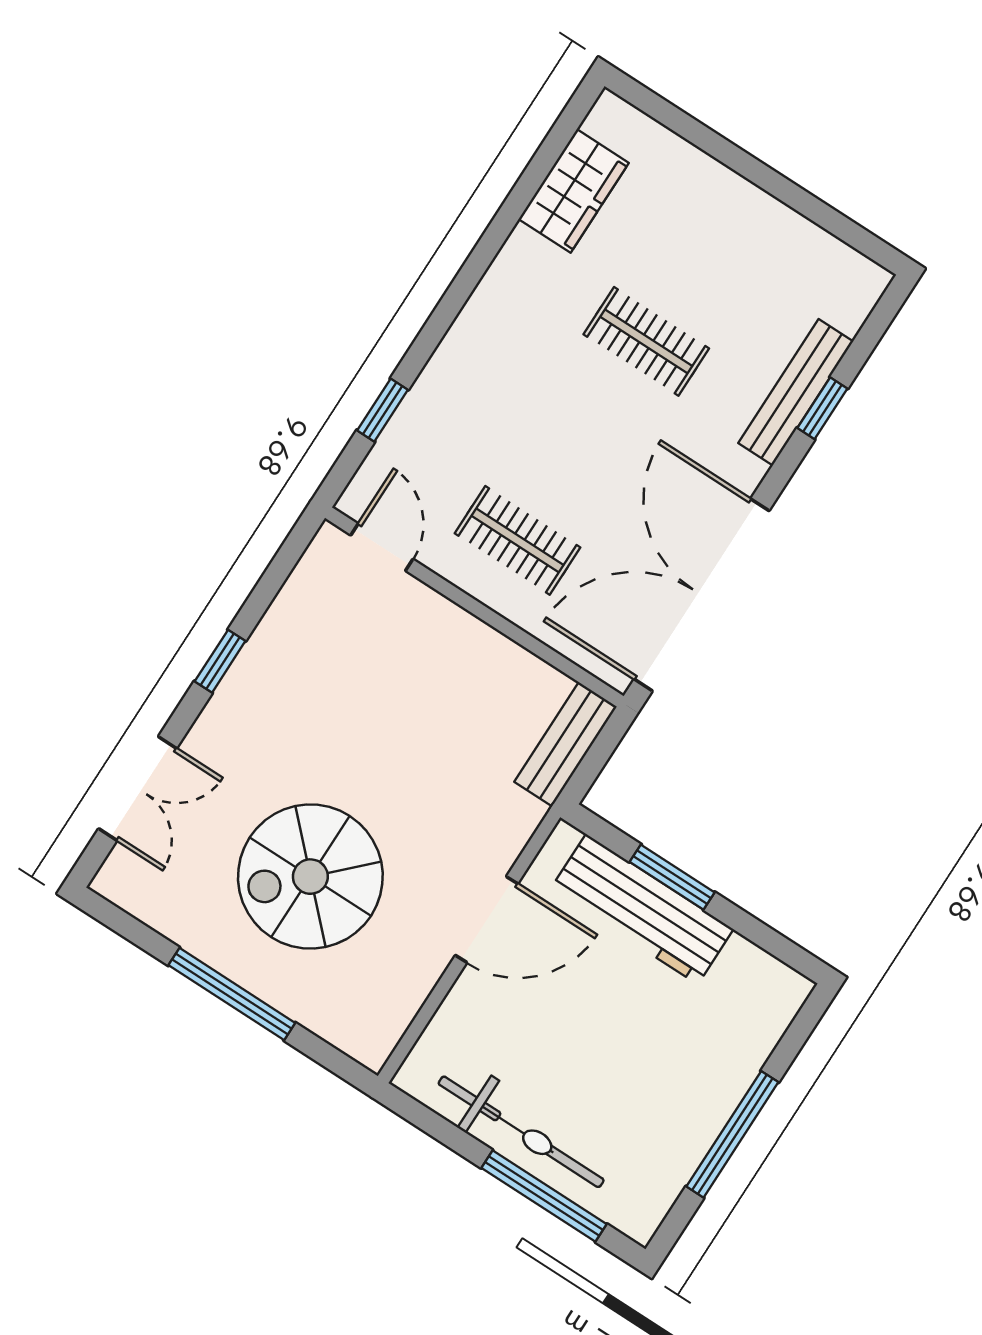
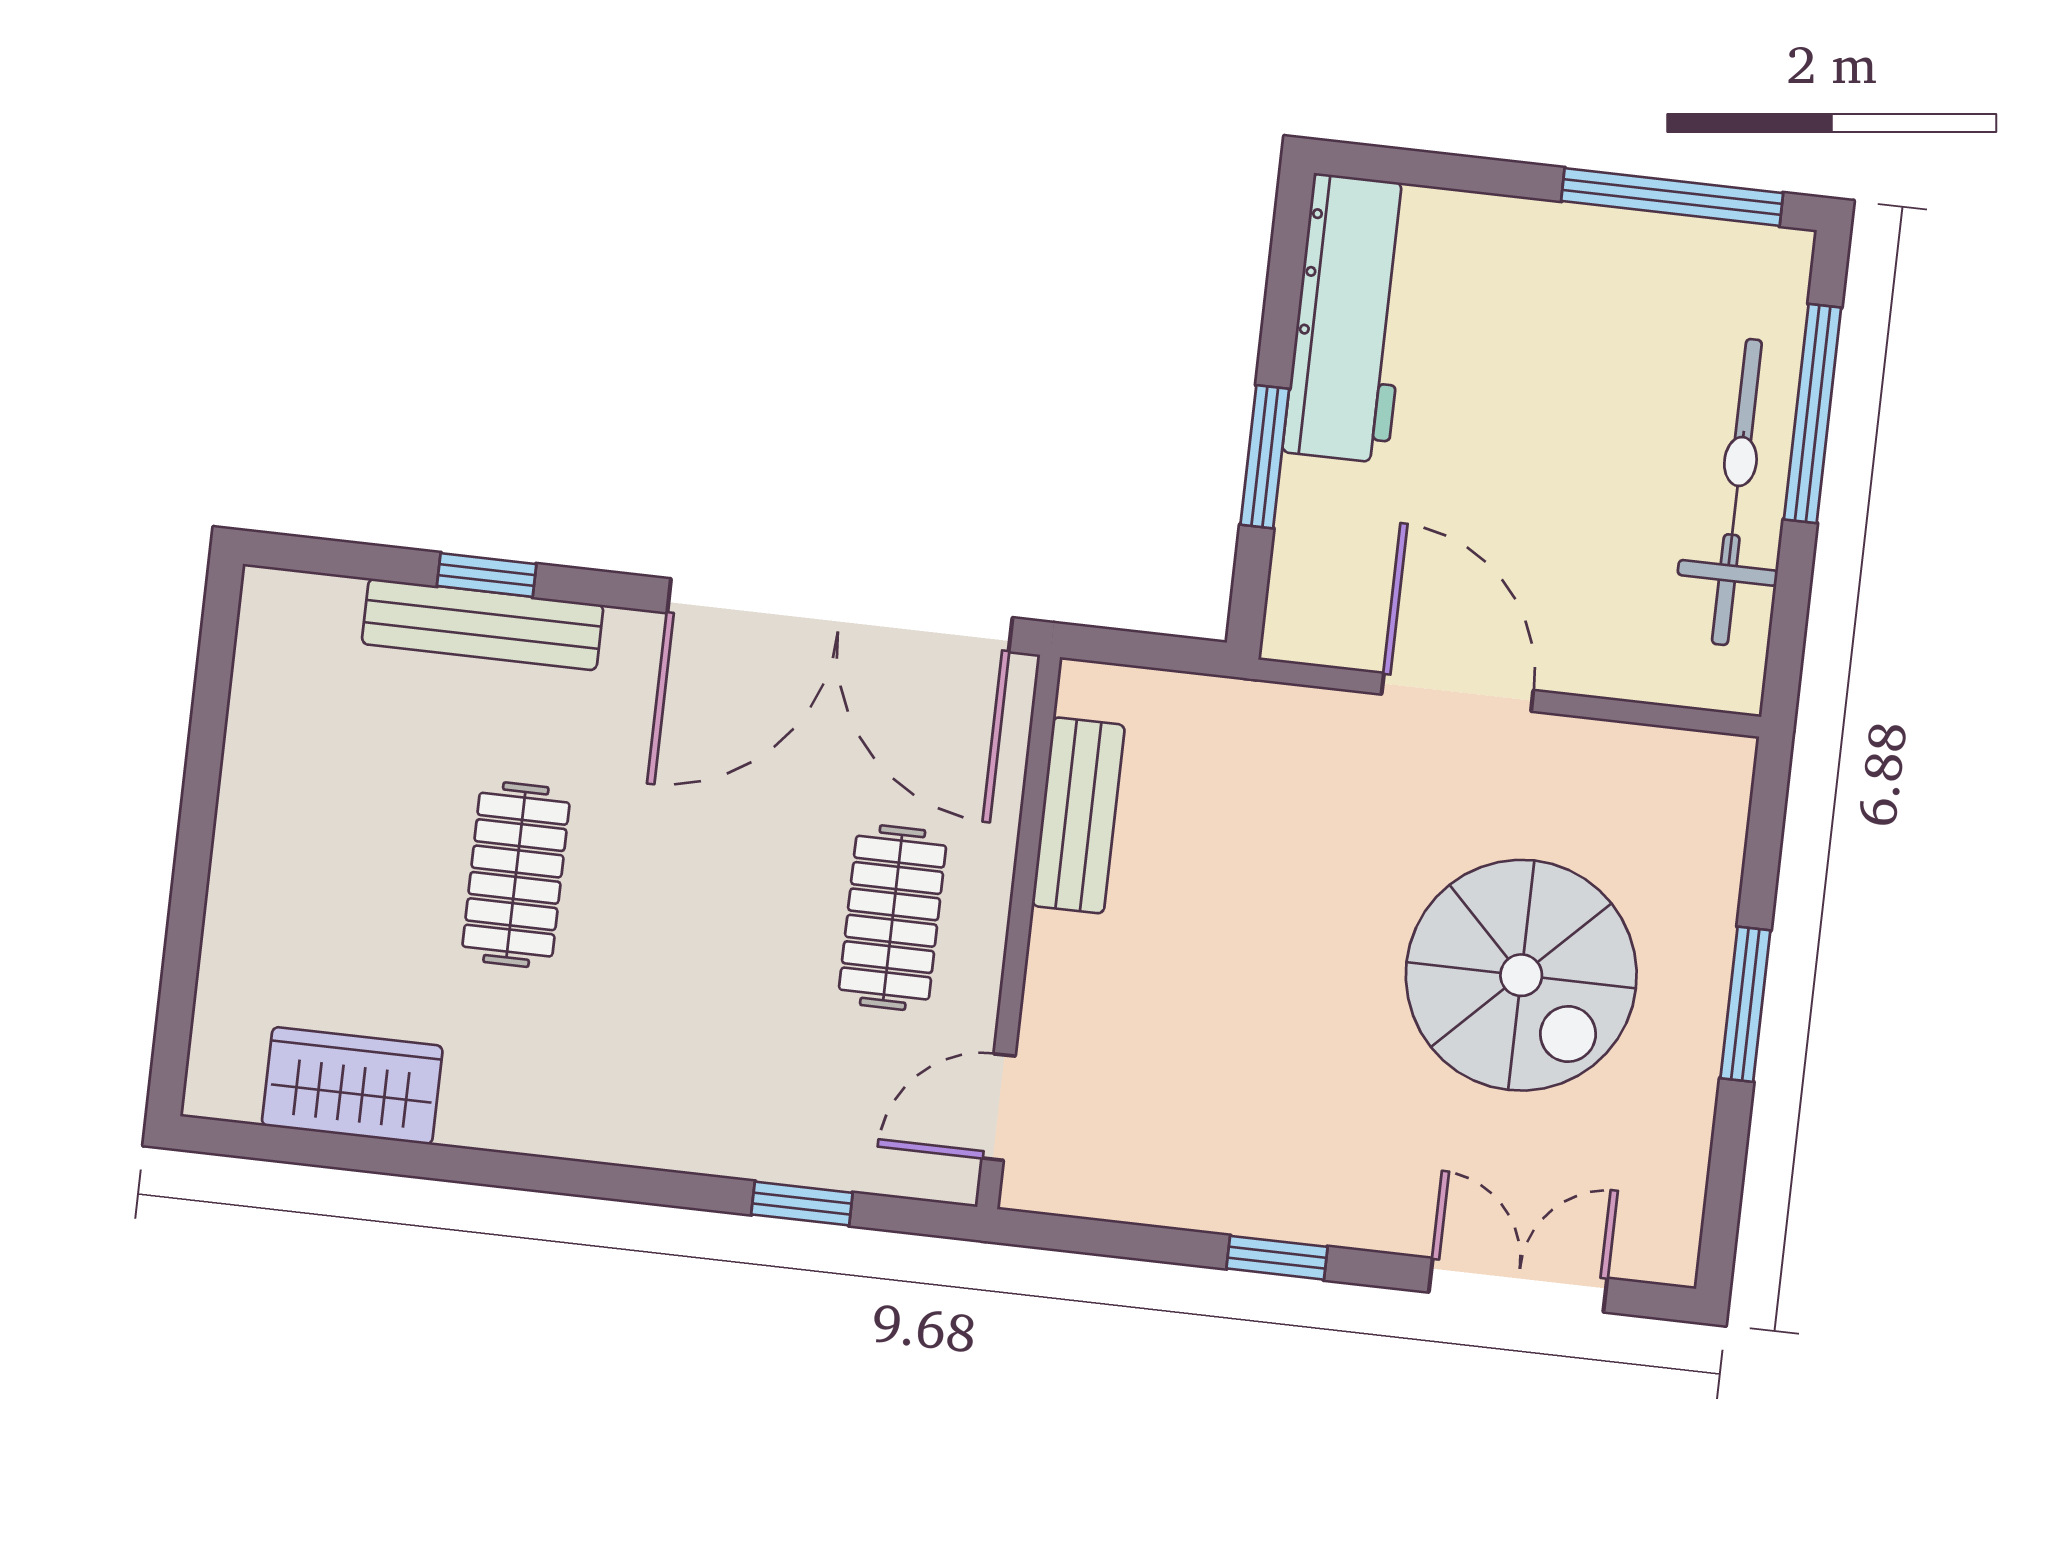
bench: (566, 744) -> (1078, 815), moved, turned 90
workbench: (642, 909) -> (1350, 318), moved
window: (232, 994) -> (1745, 1004), width x0.69
window: (732, 1134) -> (1672, 197), moved

